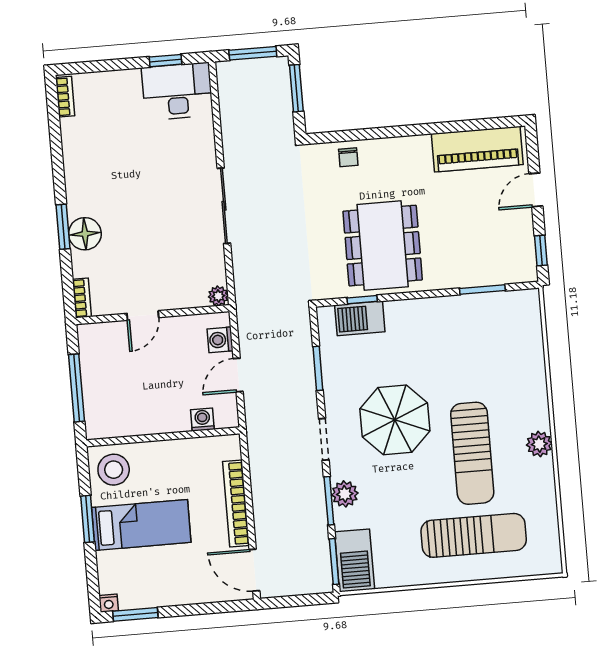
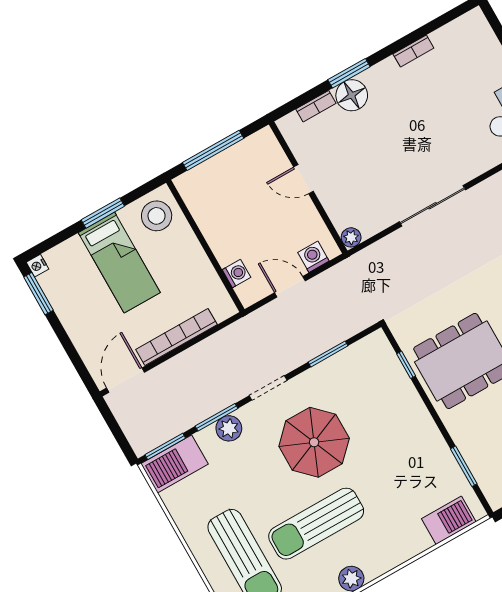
bookcase: (65, 97) -> (413, 51), moved
bookcase: (82, 298) -> (316, 106), moved
barbecue: (360, 318) -> (449, 520), moved, turned 90

